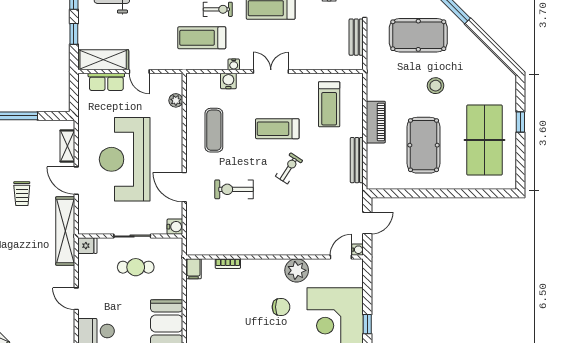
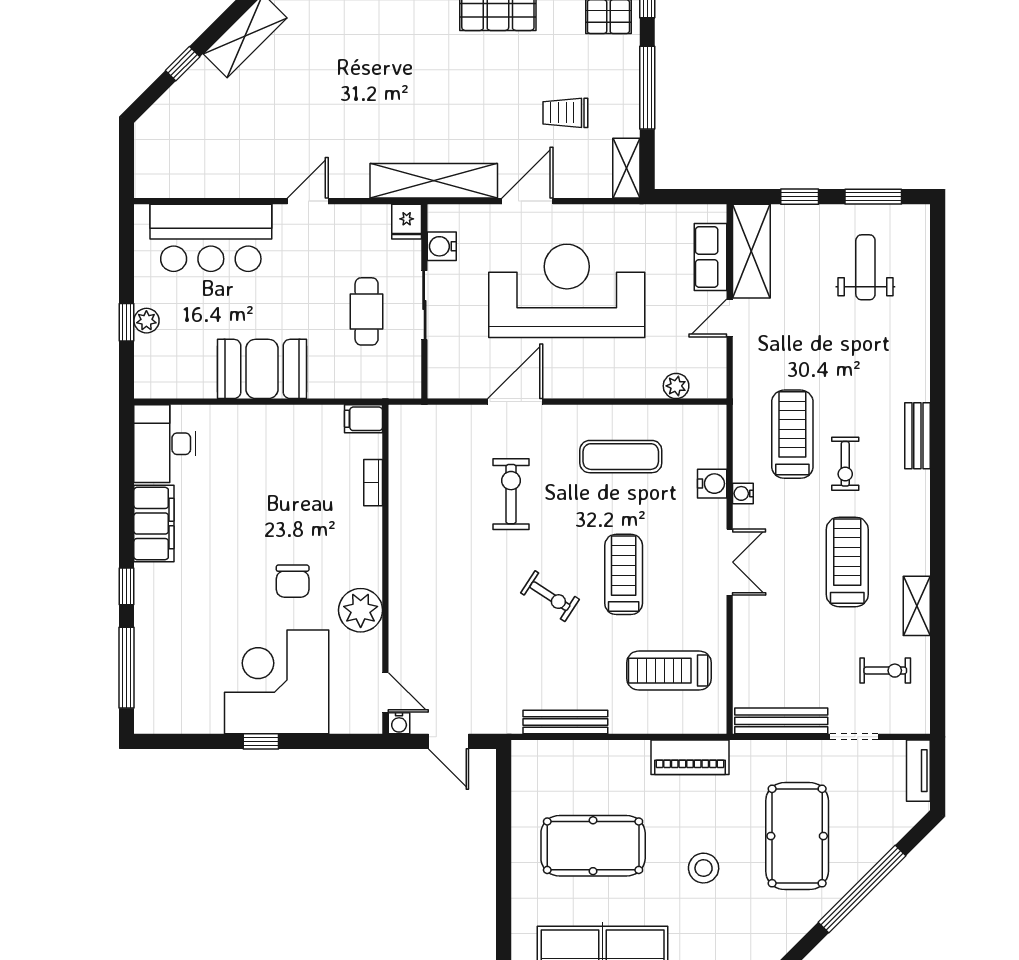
bench: (356, 37) -> (781, 721), width x1.36
piano: (376, 122) -> (690, 757), moved
shelving: (67, 146) -> (626, 168), moved, turned 90
trolley: (22, 194) -> (565, 113), moved
water cooler: (175, 227) -> (442, 246), moved, turned 90

